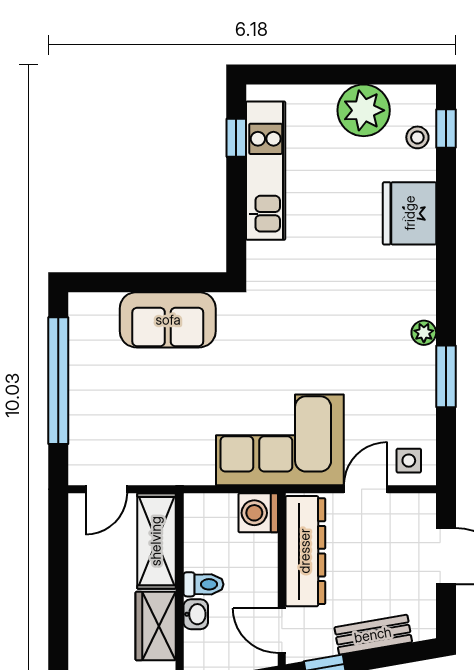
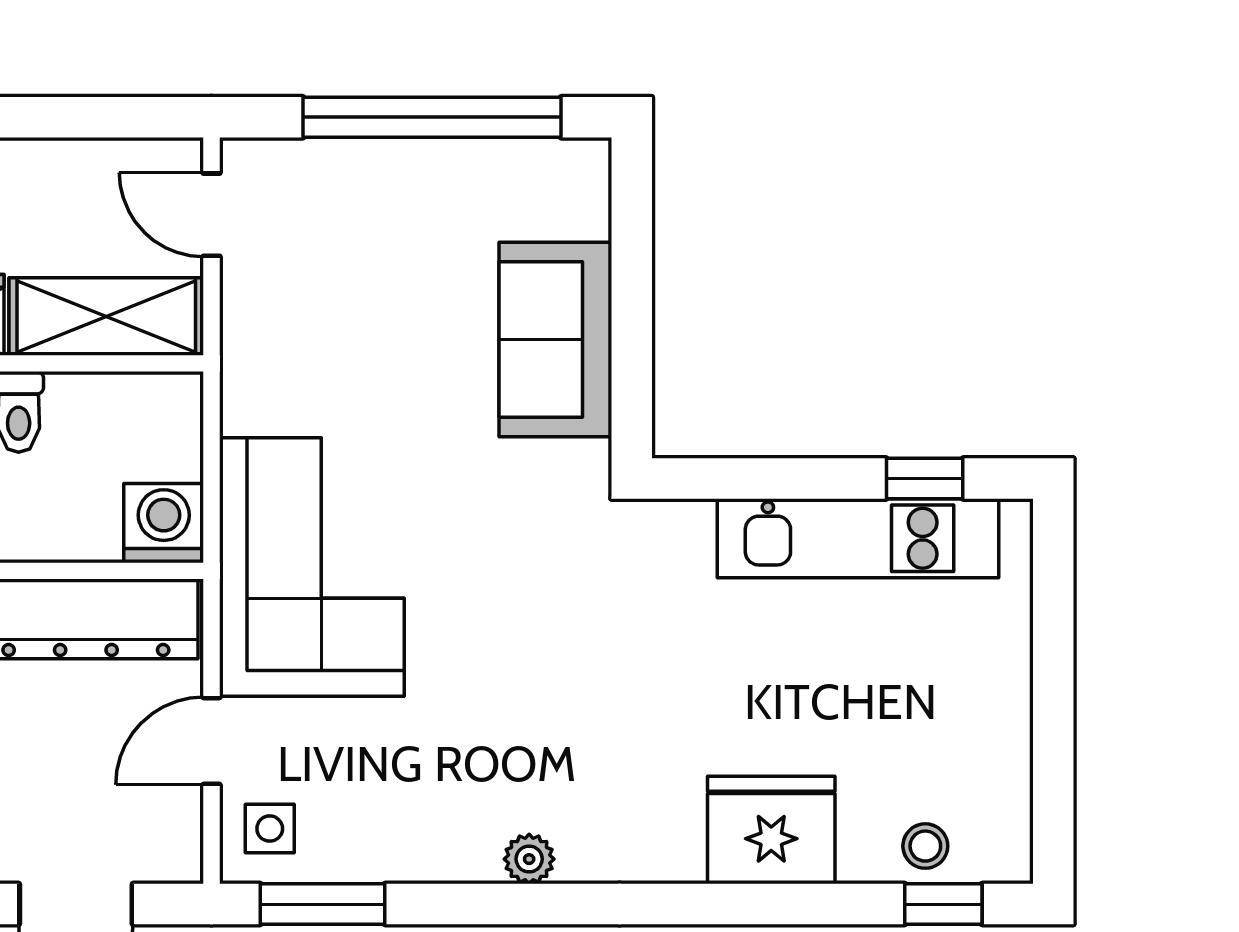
plant: (364, 110) -> (980, 737), removed
window: (446, 376) -> (323, 904), moved
door: (366, 489) -> (212, 741), swing flipped

